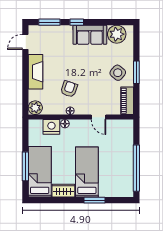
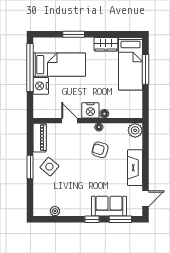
plant: (117, 34) -> (55, 211), width x0.53, depth x0.53
sofa: (90, 35) -> (109, 206), moved
armchair: (69, 89) -> (100, 150), turned 87
nightstand: (51, 127) -> (90, 110), moved
nightstand: (126, 150) -> (41, 86), added
bed: (87, 172) -> (59, 65), moved, turned -90

